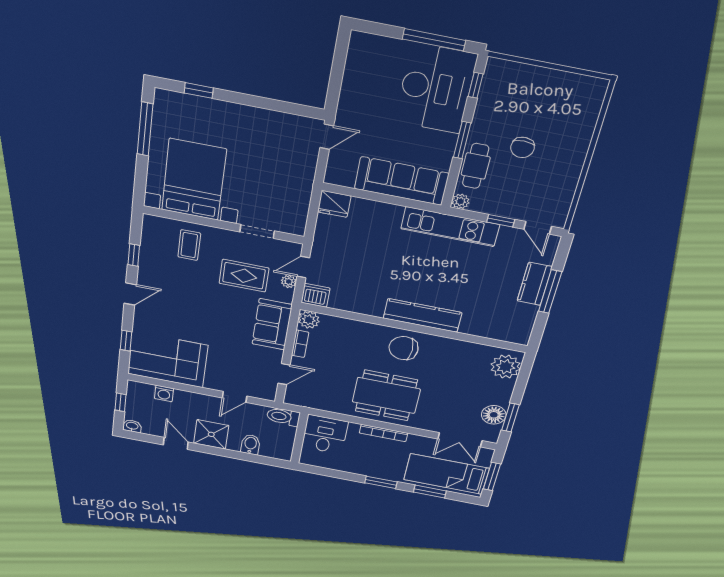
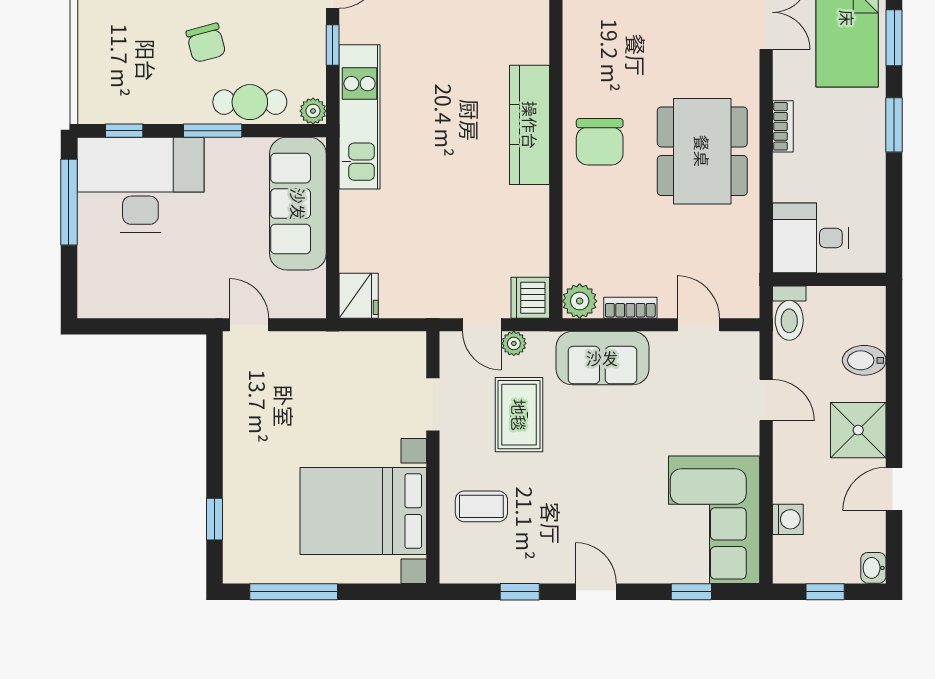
chair: (523, 147) -> (206, 43), turned 75
bookcase: (384, 433) -> (783, 126), width x0.64

